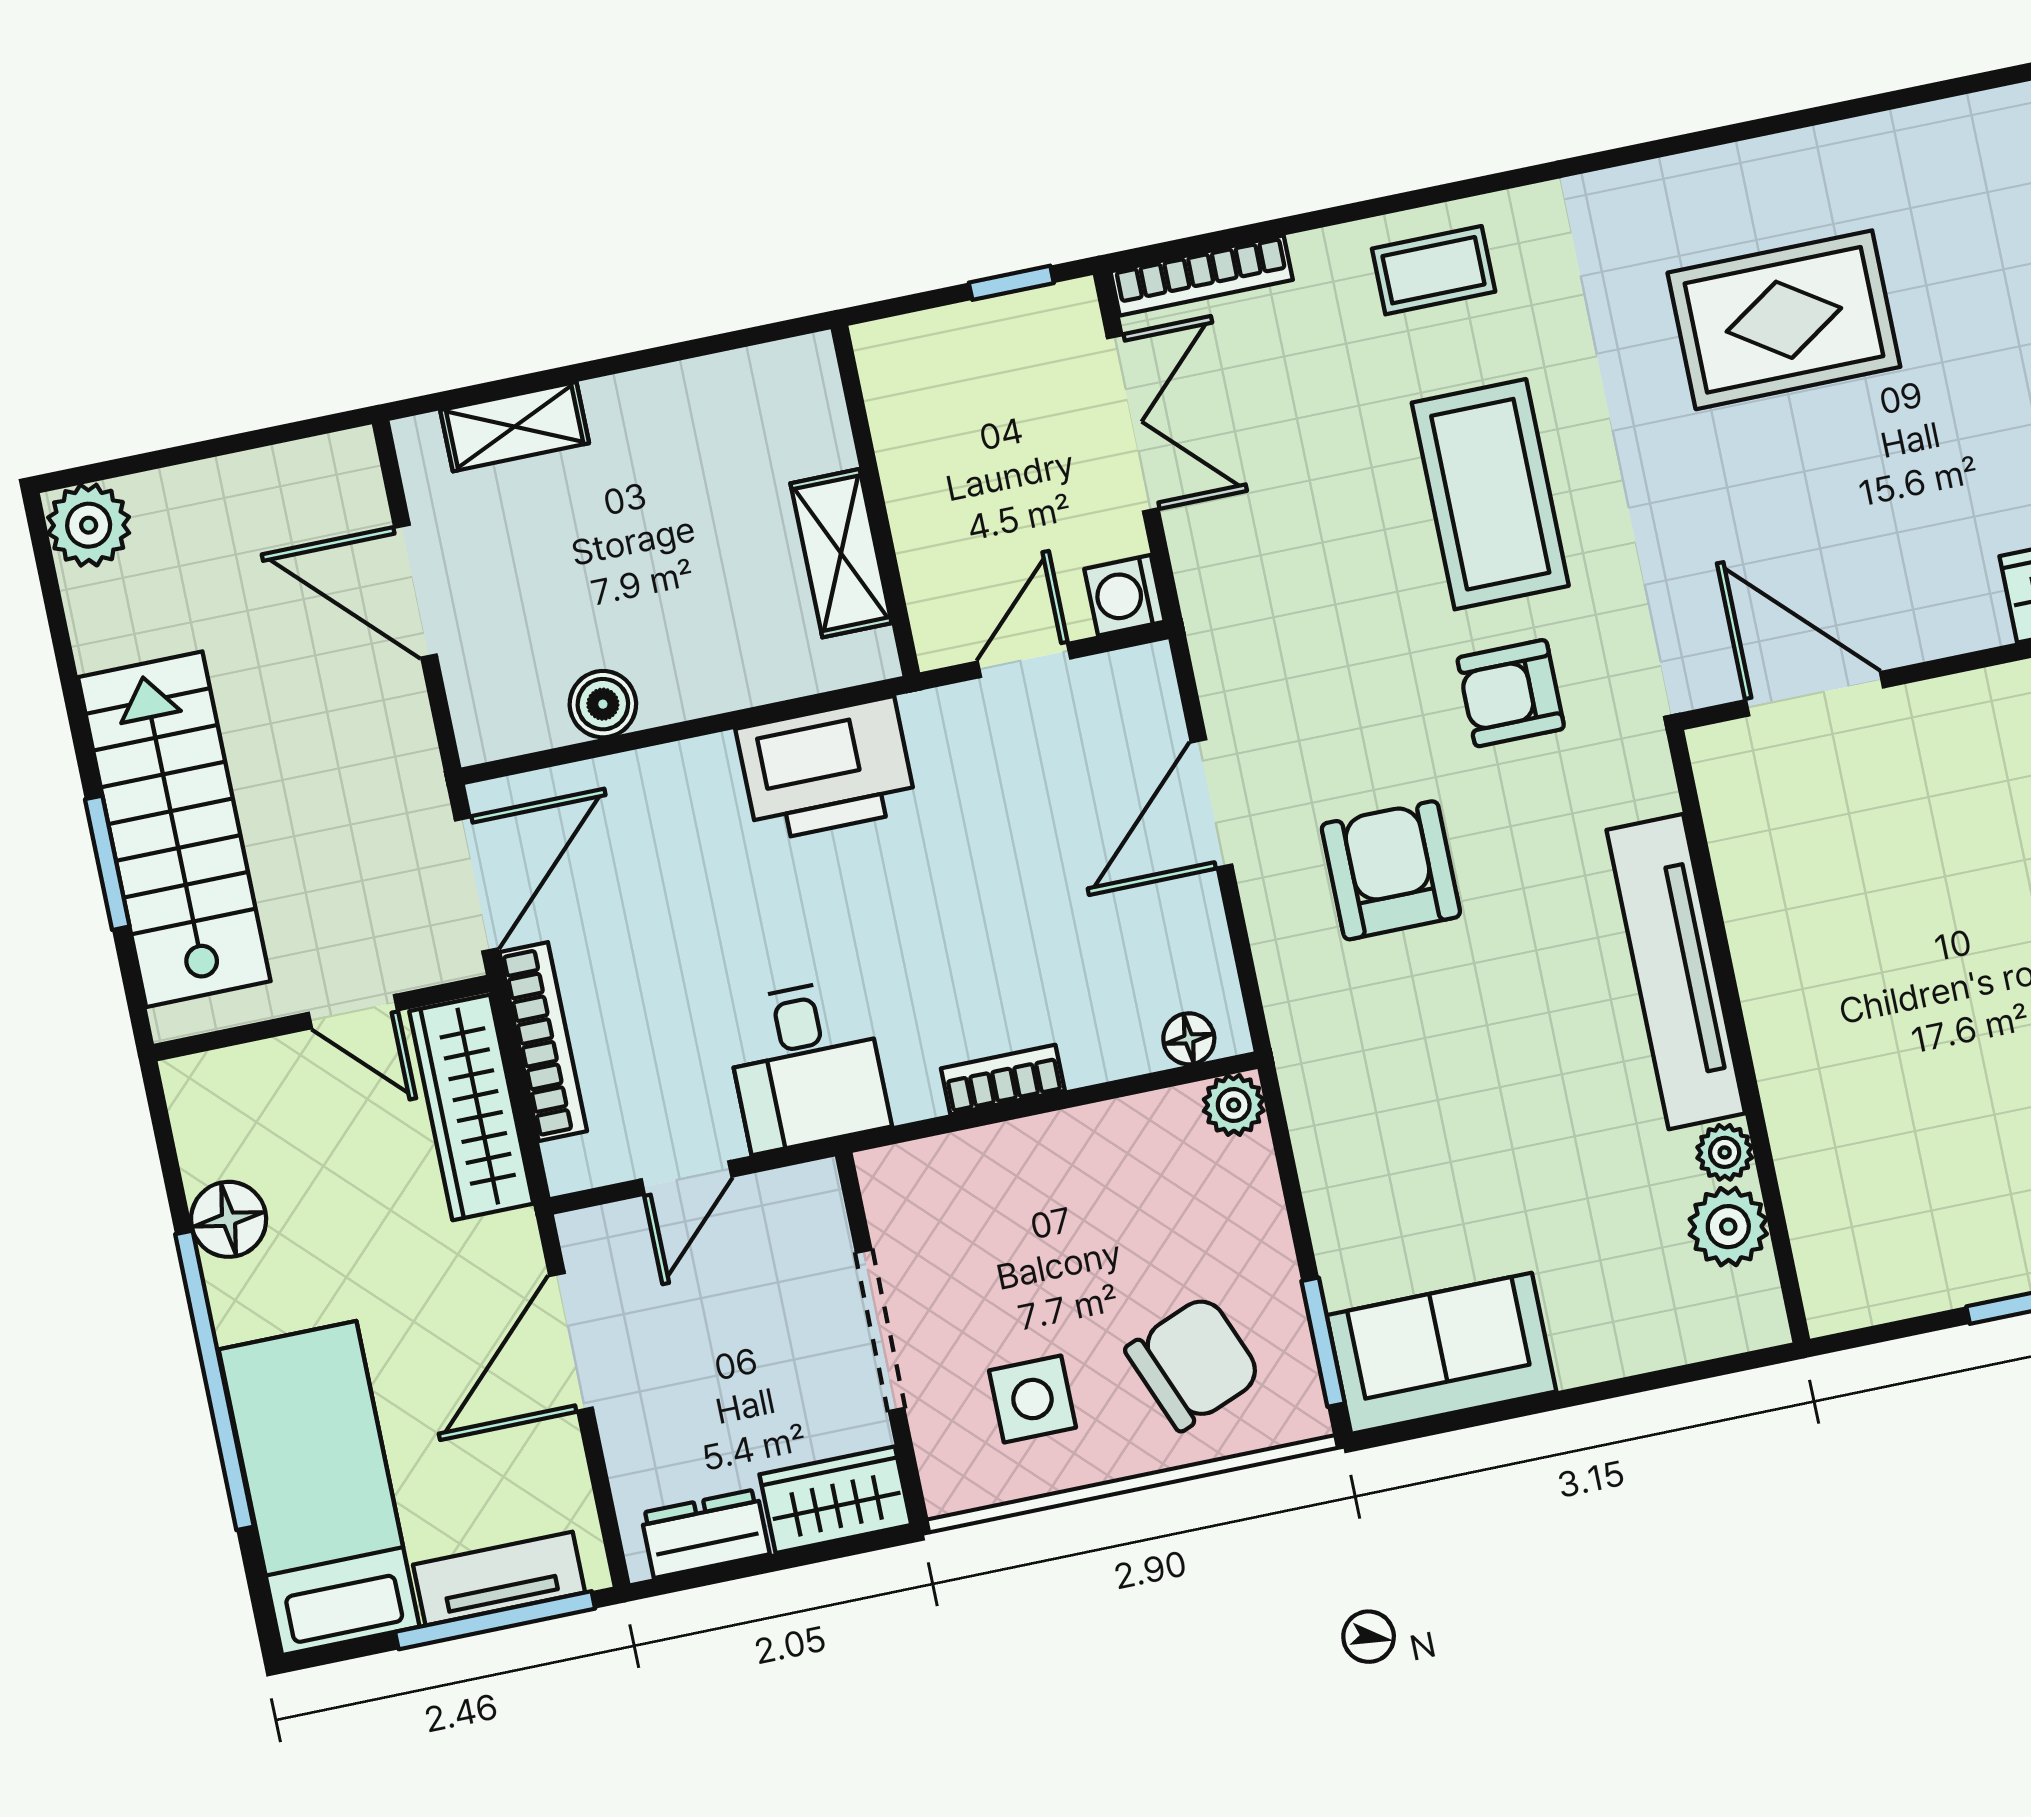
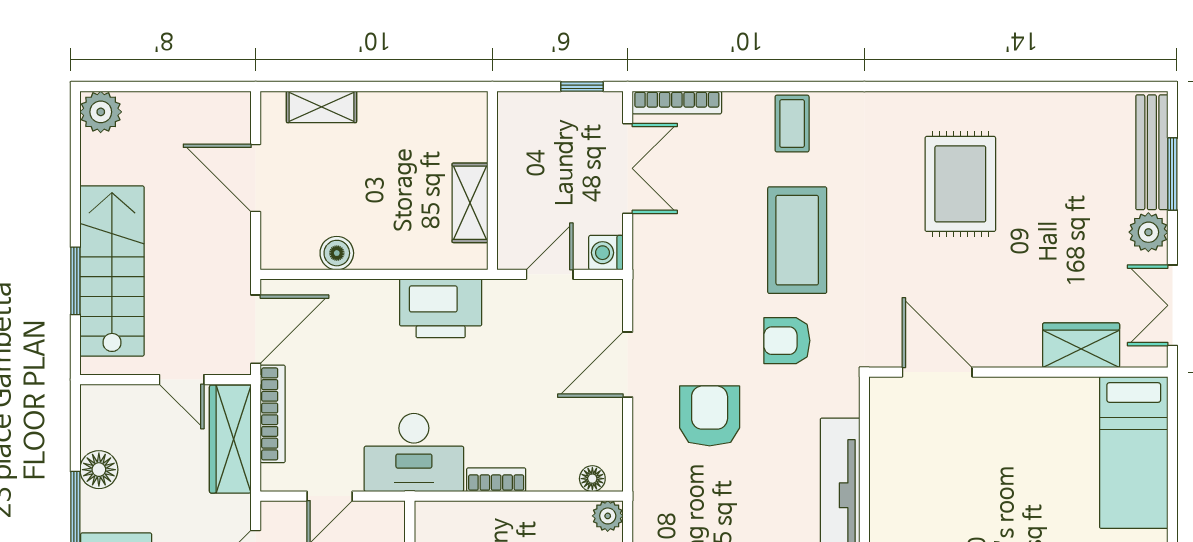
coffee table: (1434, 270) -> (792, 124), turned 90
rug: (1784, 320) -> (960, 184), turned 90
desk: (806, 1065) -> (414, 452), width x1.37

